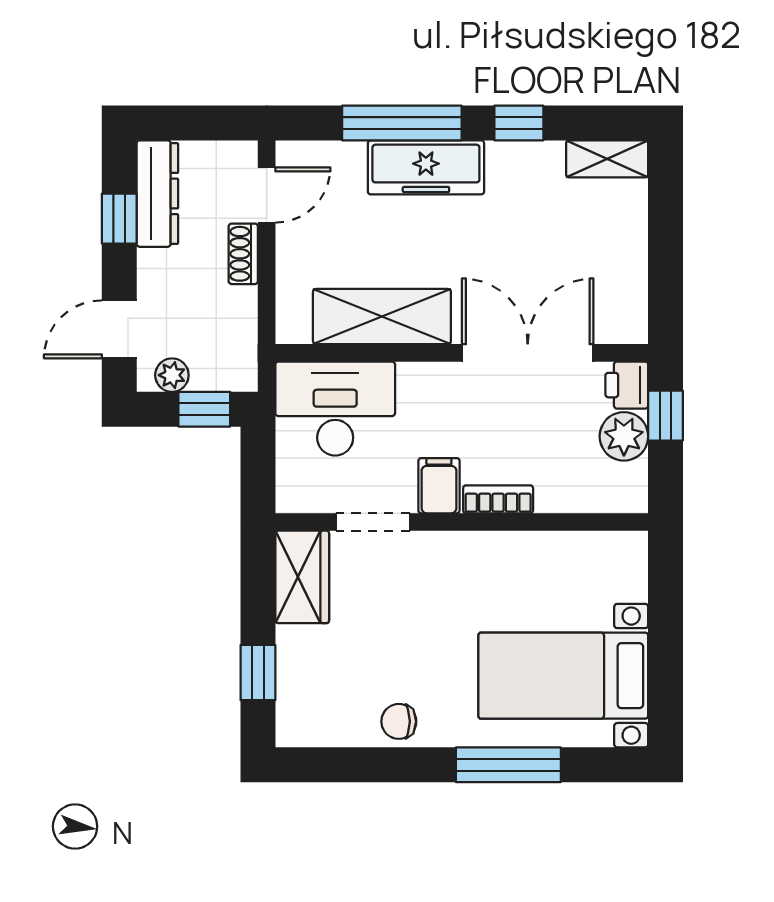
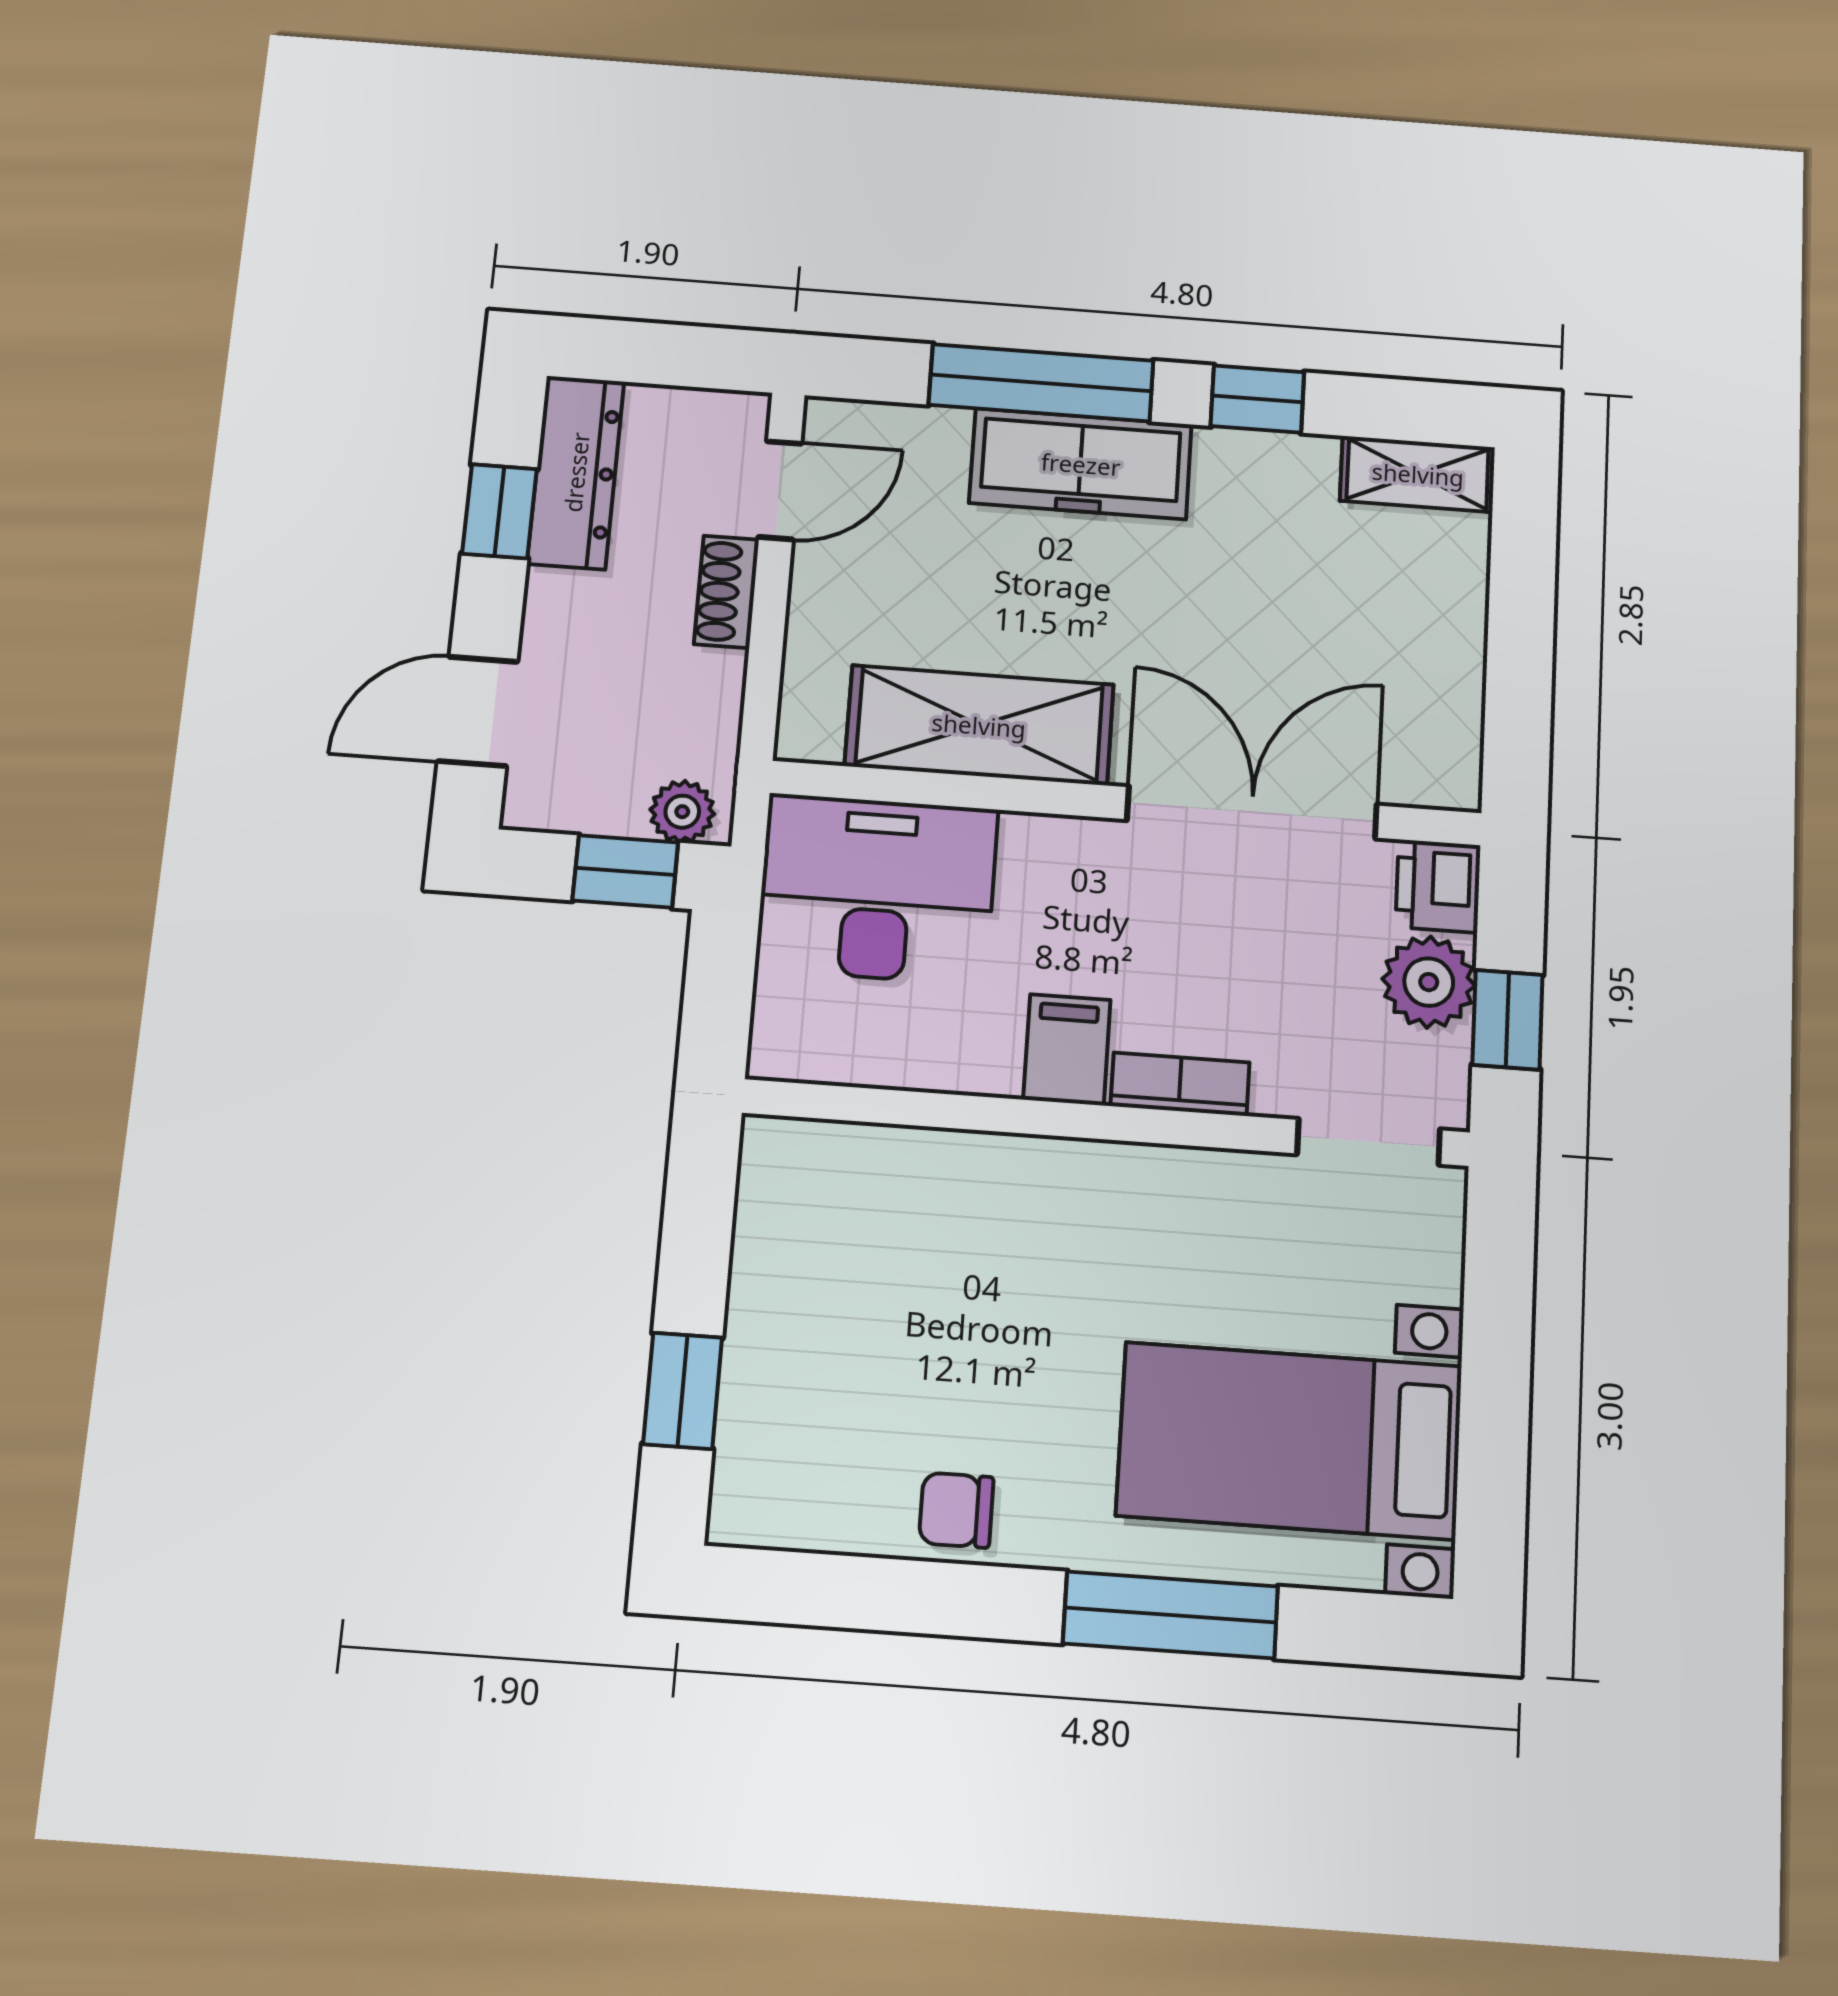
plant: (172, 375) -> (682, 812), moved
window: (666, 416) -> (1508, 1020), moved
doorway: (373, 522) -> (1369, 1142), moved
wardrobe: (302, 577) -> (787, 1207), removed

